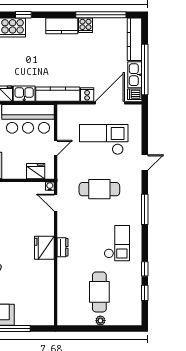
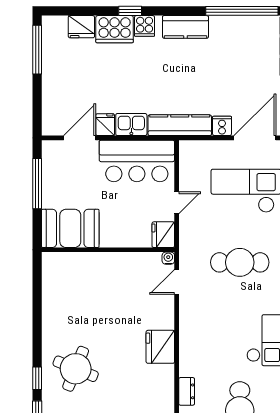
cooker: (85, 25) -> (145, 26), moved
fridge: (36, 171) -> (163, 235), moved, turned -90
door: (56, 203) -> (177, 282), hinge flipped
dresser: (63, 247) -> (187, 391), moved

